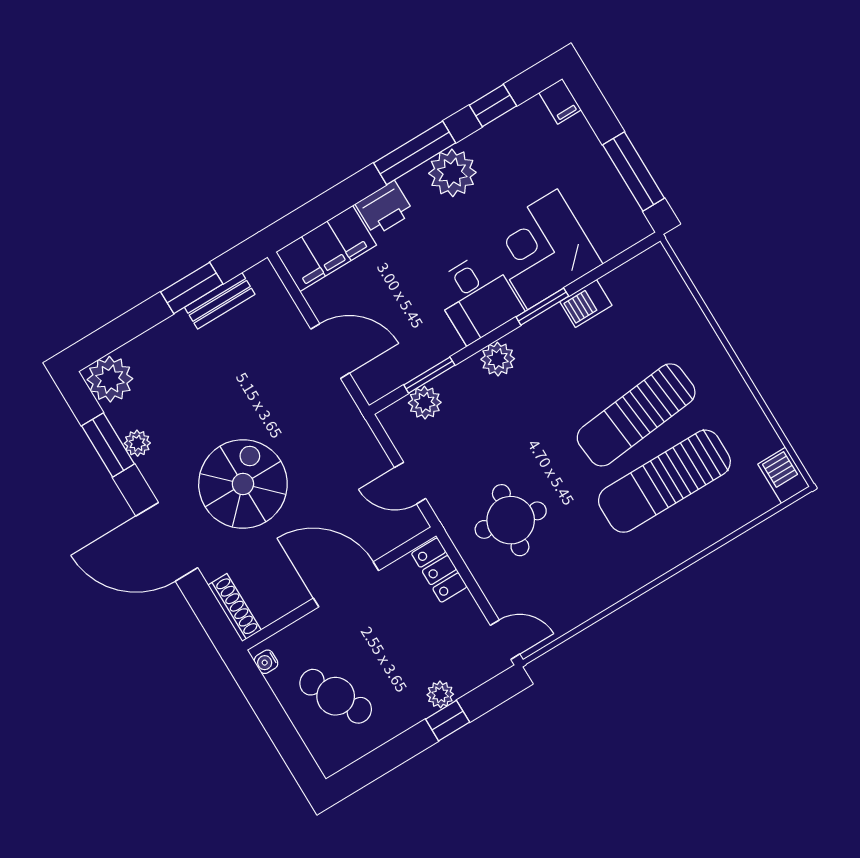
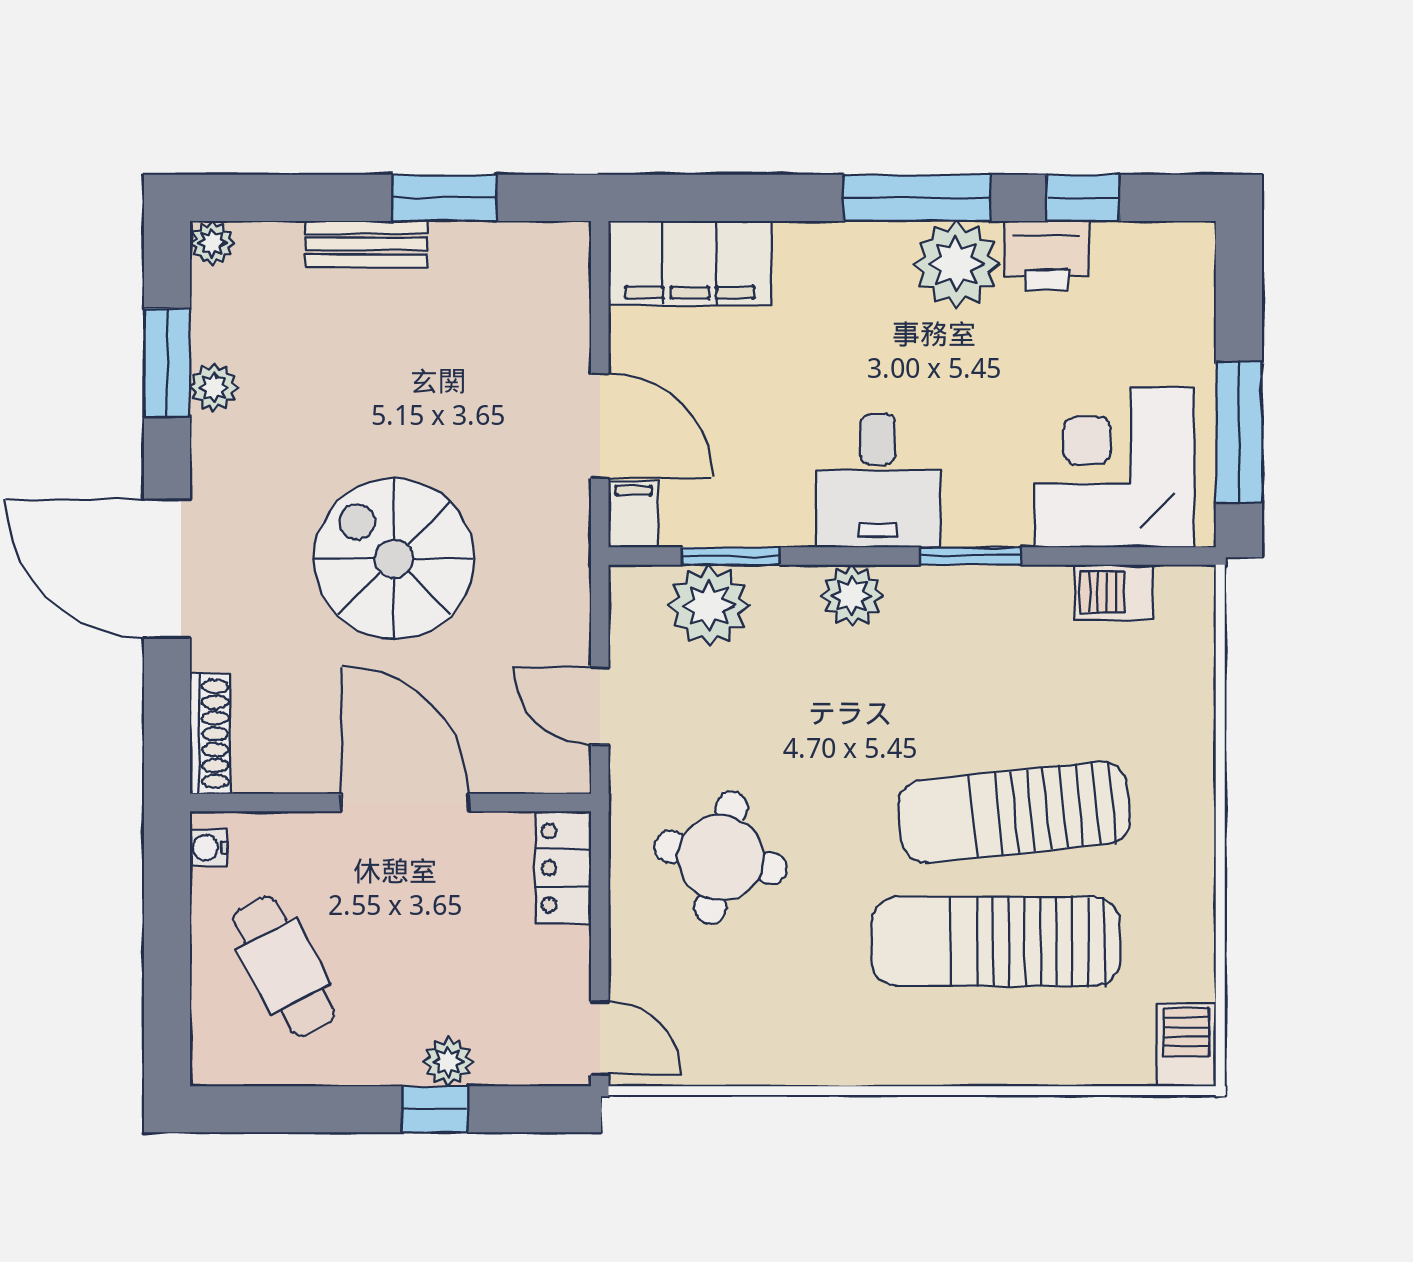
filing cabinet: (560, 101) -> (634, 514), moved, turned 180
printer: (384, 208) -> (1047, 256), moved
corner desk: (542, 249) -> (1114, 467), moved
bench: (220, 301) -> (366, 244), moved
barbecue: (586, 303) -> (1114, 592), moved
plant: (110, 379) -> (212, 243), width x0.53, depth x0.53
plant: (425, 403) -> (709, 606), width x1.36, depth x1.36
spiral stairs: (243, 484) -> (394, 559), moved, turned -90

